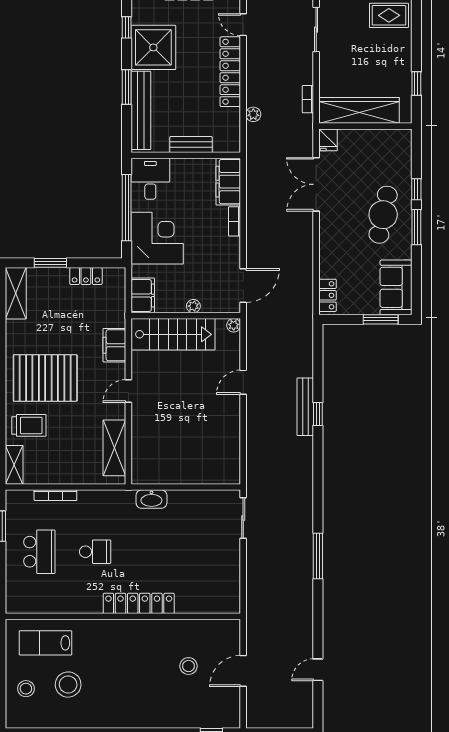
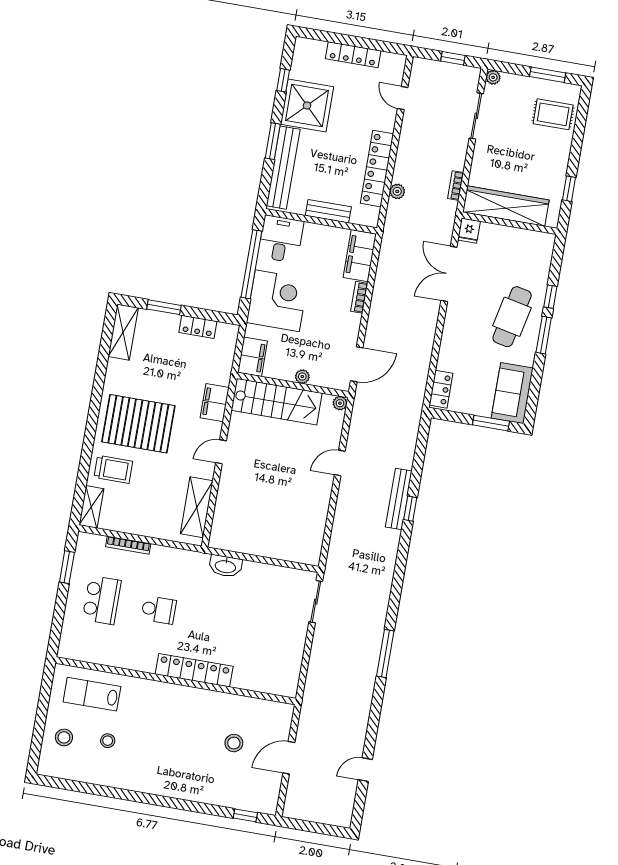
locker: (230, 72) -> (377, 169), moved
stool: (68, 685) -> (108, 741), width x0.53, depth x0.53

